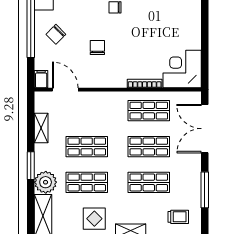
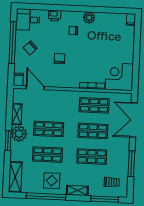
plant: (46, 182) -> (19, 134), moved

